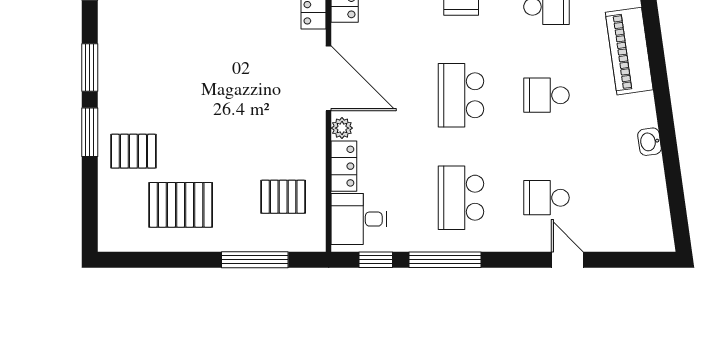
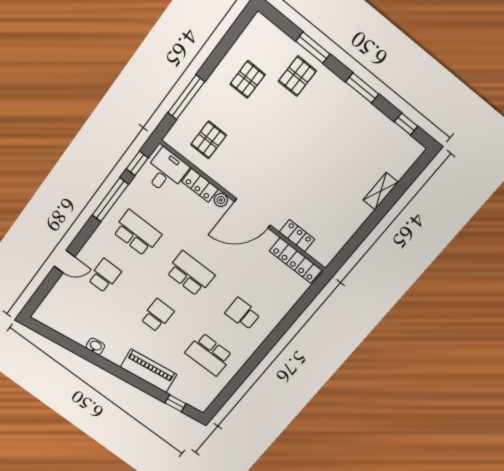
window: (90, 132) -> (313, 48), moved
pallet: (181, 205) -> (248, 79), width x0.67, depth x0.71

